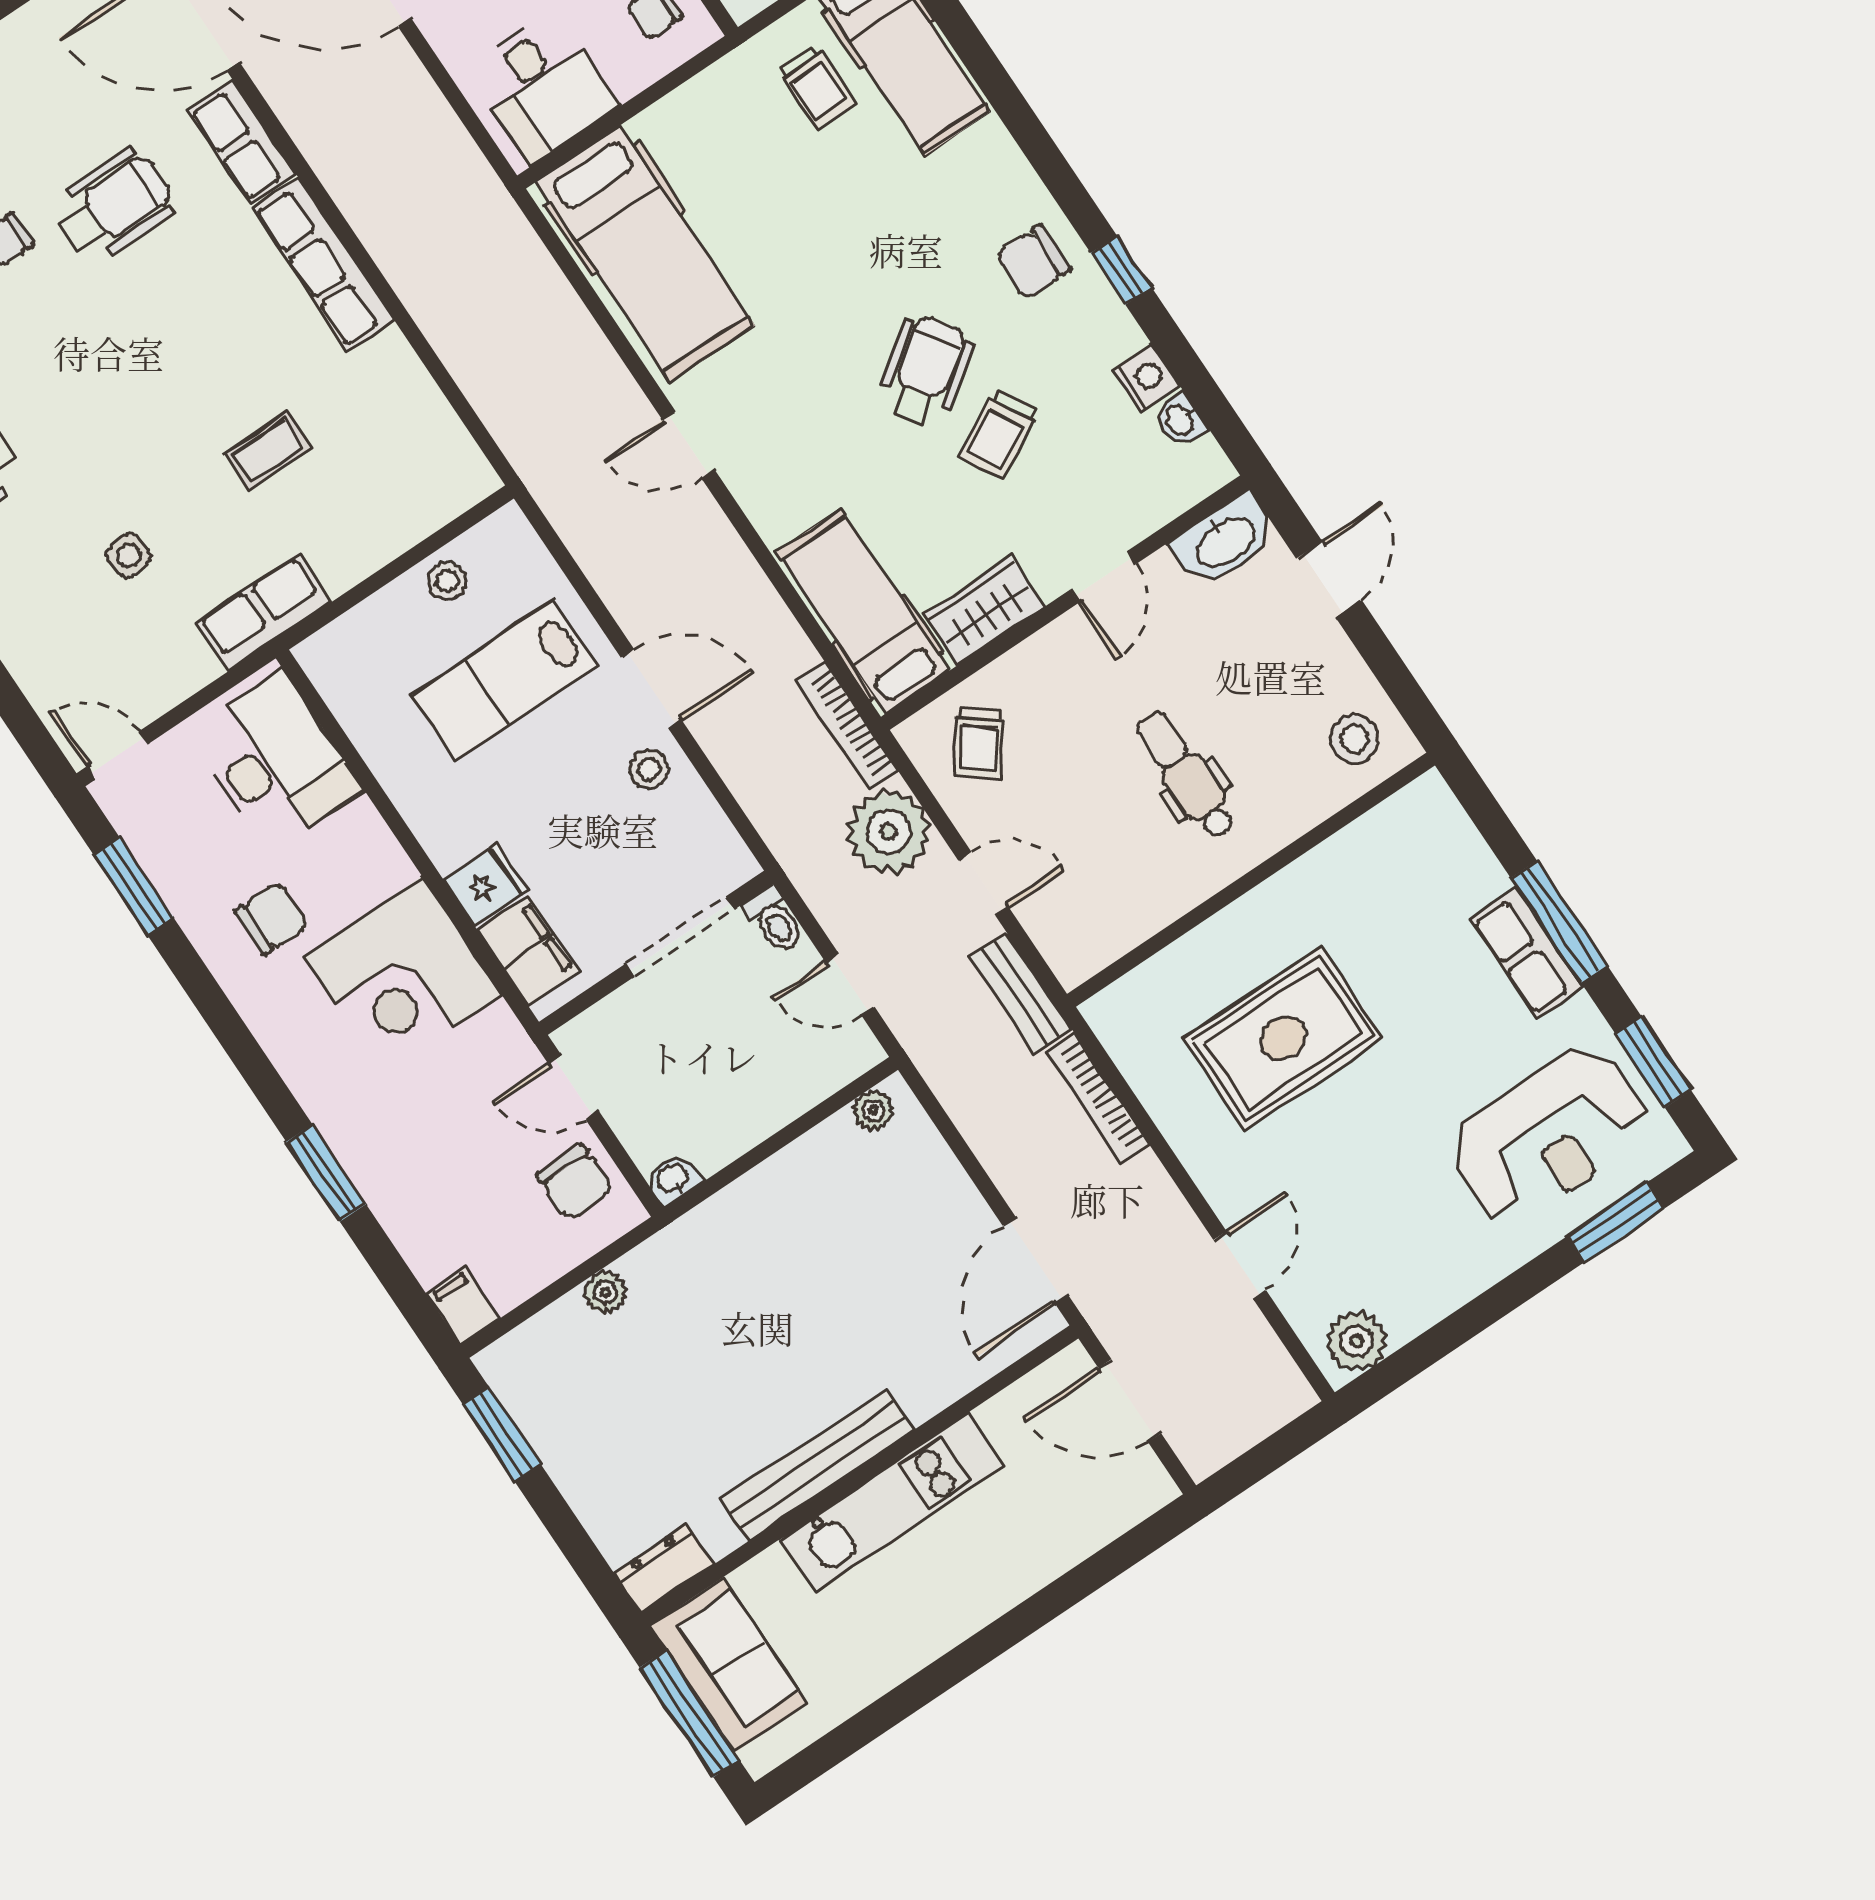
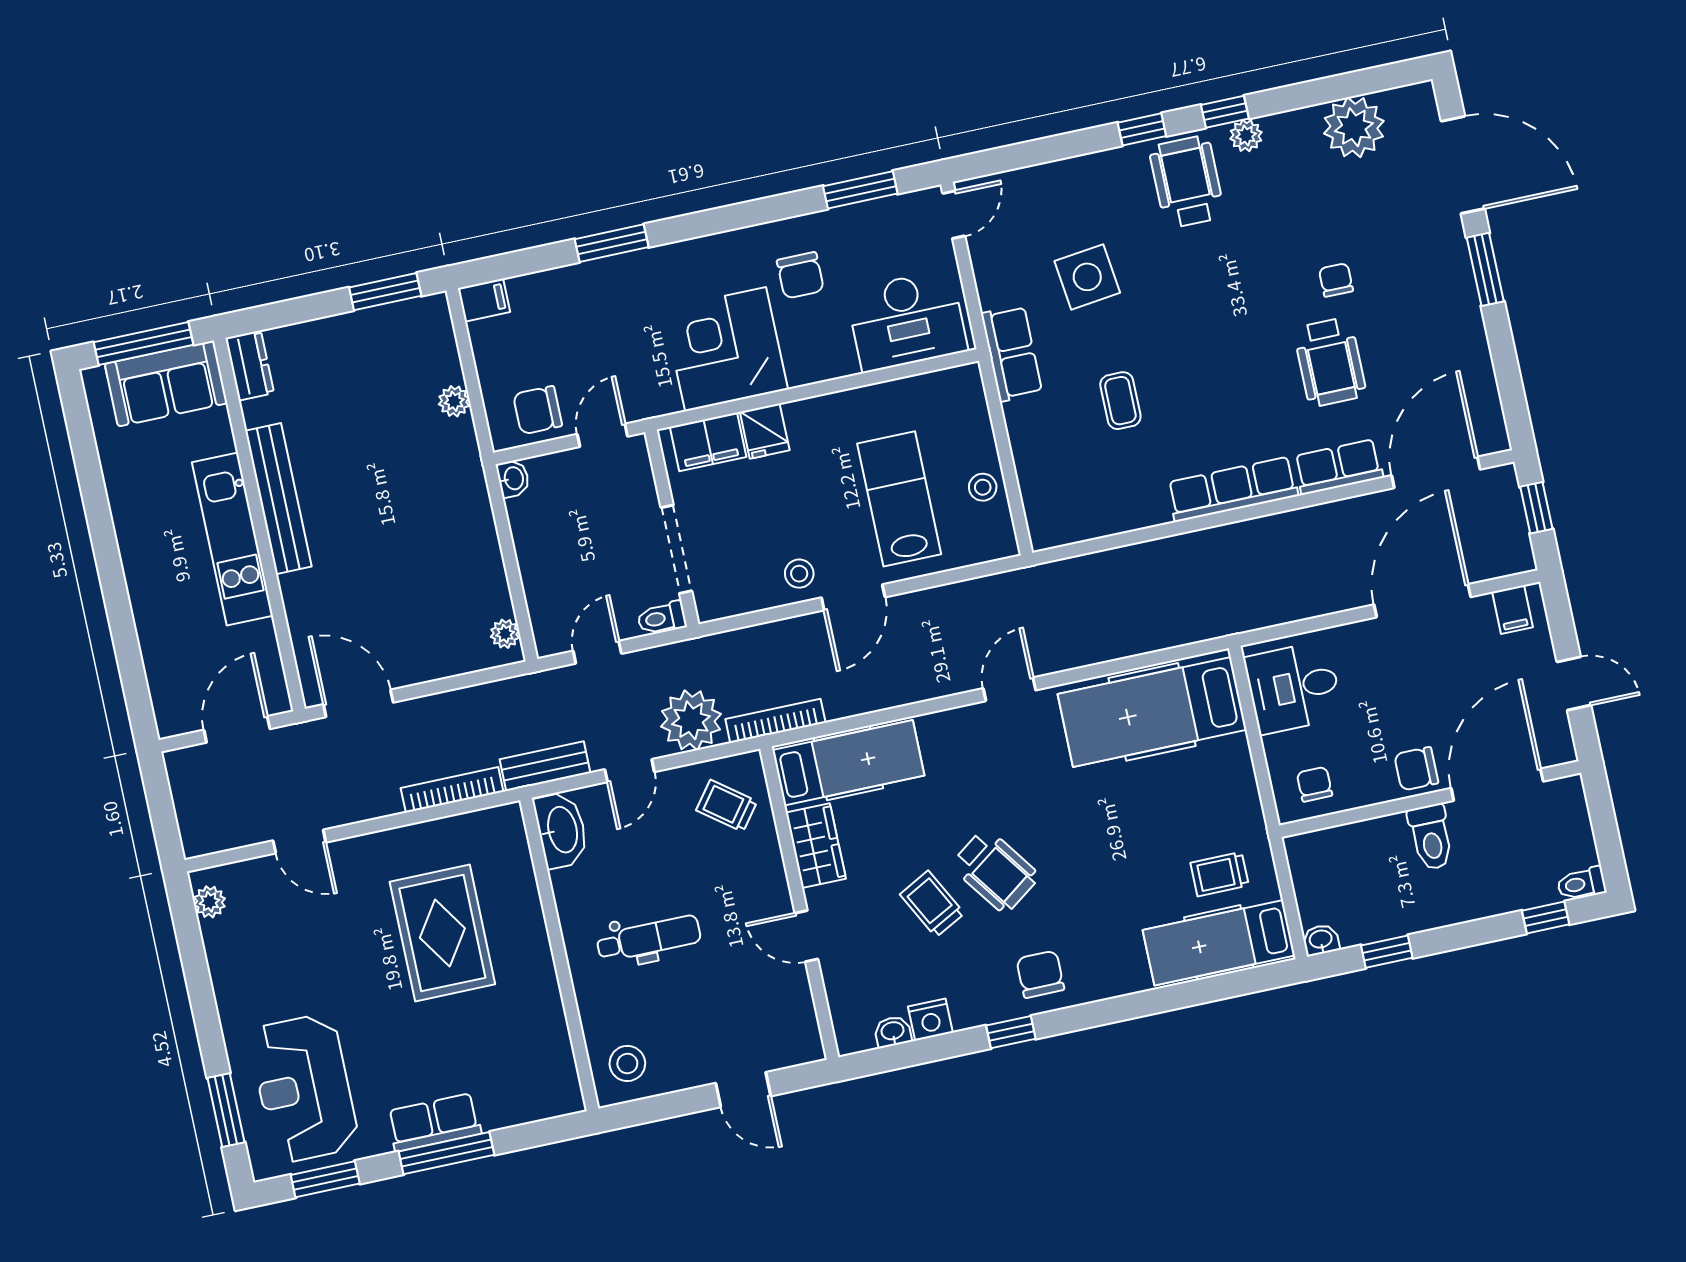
washbasin: (1225, 541) -> (561, 830), moved, turned 180
side table: (129, 555) -> (1087, 277), width x1.87, depth x1.87
plant: (1357, 1341) -> (210, 902), width x0.73, depth x0.73

